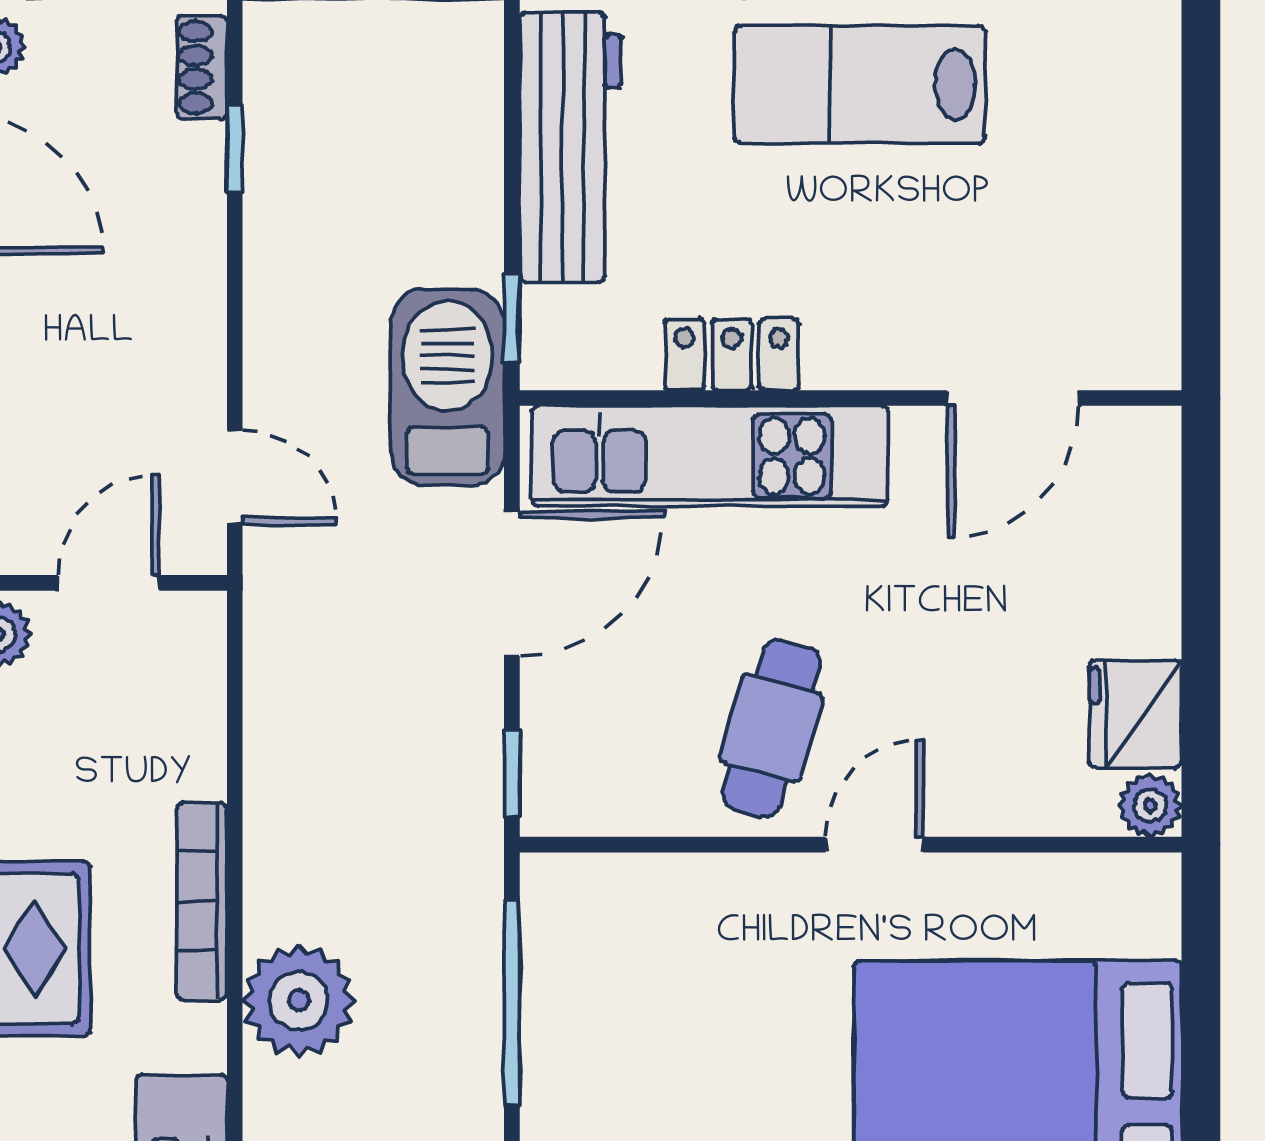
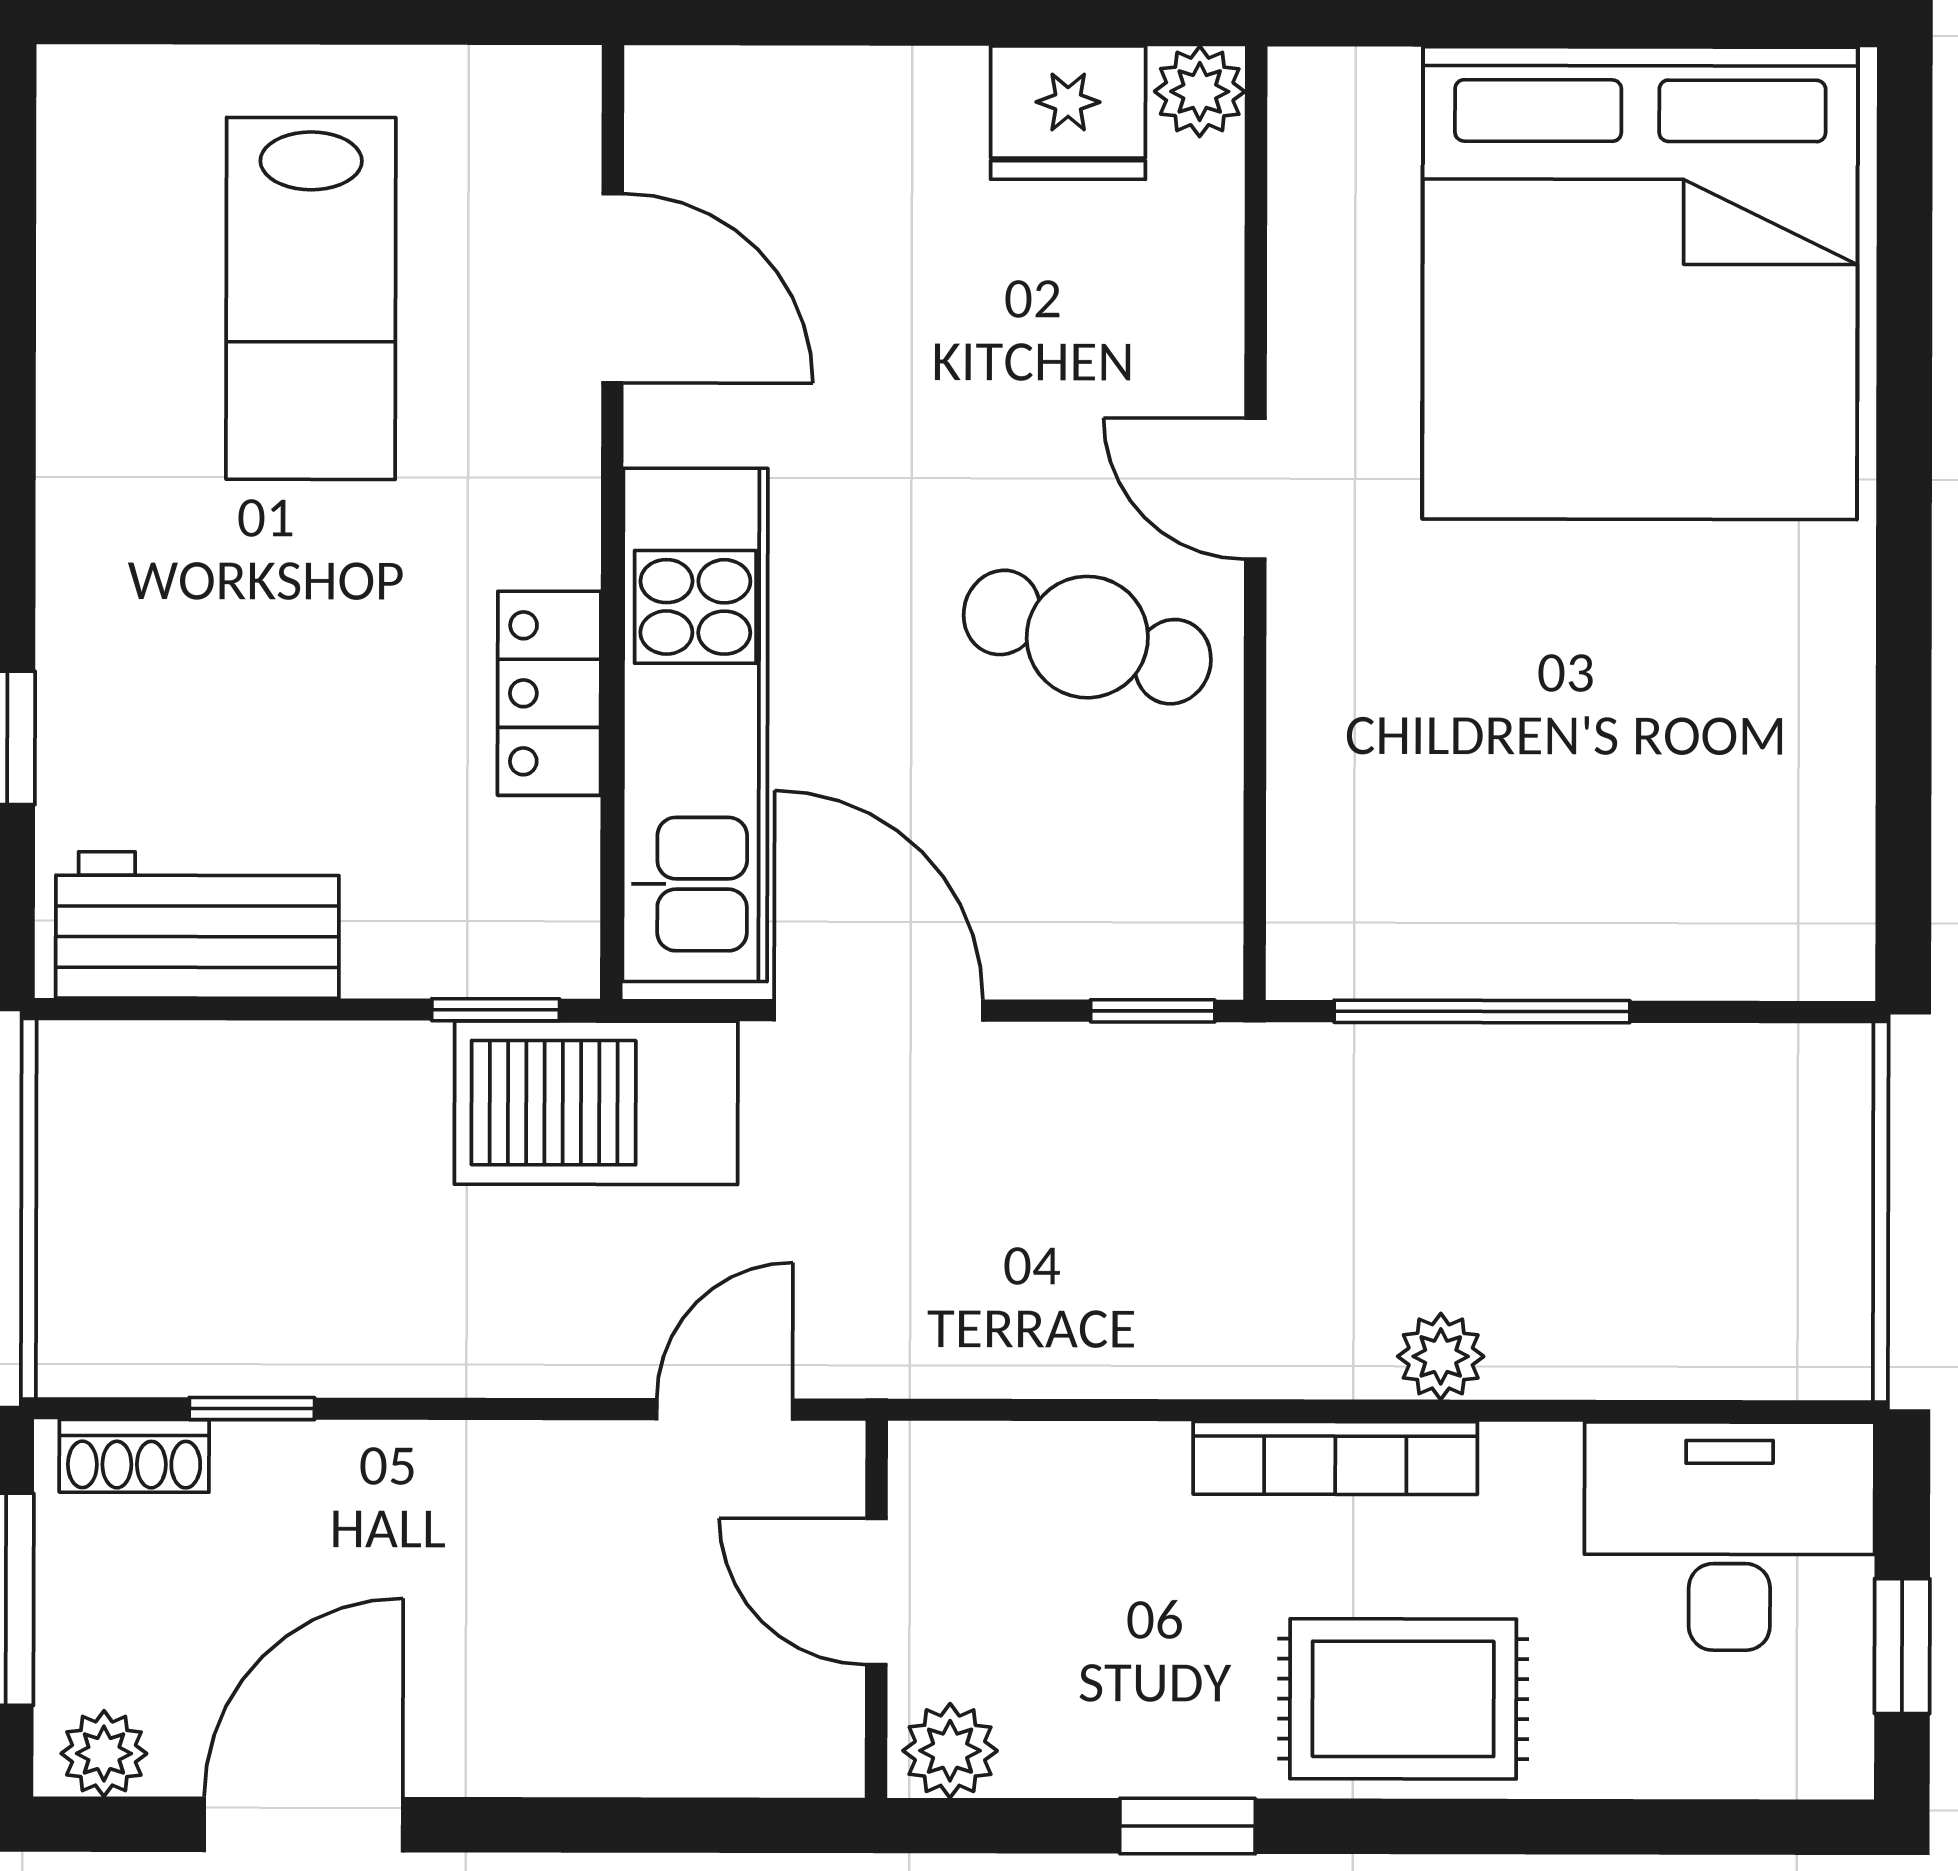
lab bench: (860, 84) -> (311, 298), moved
workbench: (570, 147) -> (197, 925), width x0.73
plant: (299, 1000) -> (1441, 1356), width x0.53, depth x0.53

